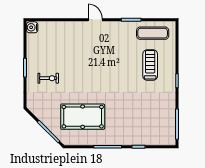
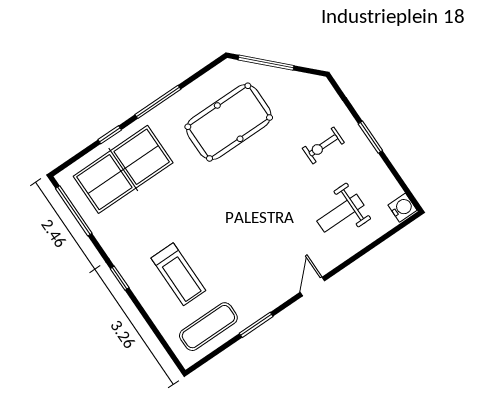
door: (95, 20) -> (312, 286), swing flipped
weight bench: (61, 43) -> (340, 213), added
table tennis table: (143, 127) -> (123, 169), added

